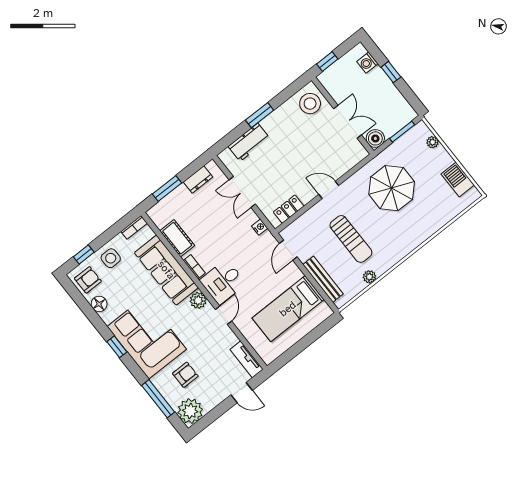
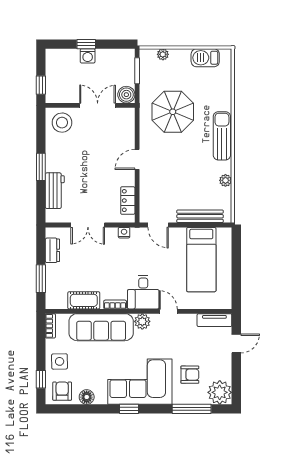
washing machine: (367, 63) -> (88, 56), moved
sun lounger: (351, 239) -> (222, 136), moved, turned -90
armchair: (185, 375) -> (190, 375), turned 90

